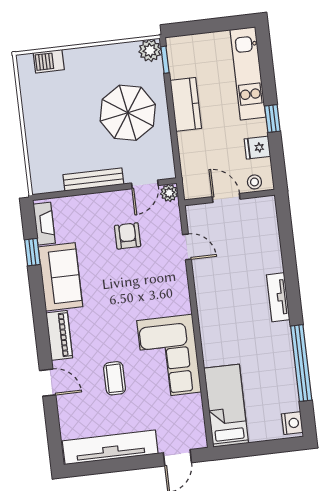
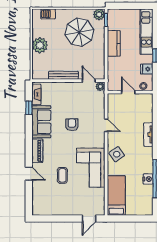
parasol: (128, 113) -> (79, 32), moved
plant: (40, 125) -> (40, 45), added
door: (145, 184) -> (89, 81), swing flipped
armchair: (128, 236) -> (72, 125), moved
door: (187, 247) -> (106, 125), moved
tv unit: (278, 297) -> (148, 135), moved
side table: (217, 324) -> (117, 154), added
nightstand: (292, 423) -> (148, 179), moved
tv unit: (110, 447) -> (56, 209), removed

